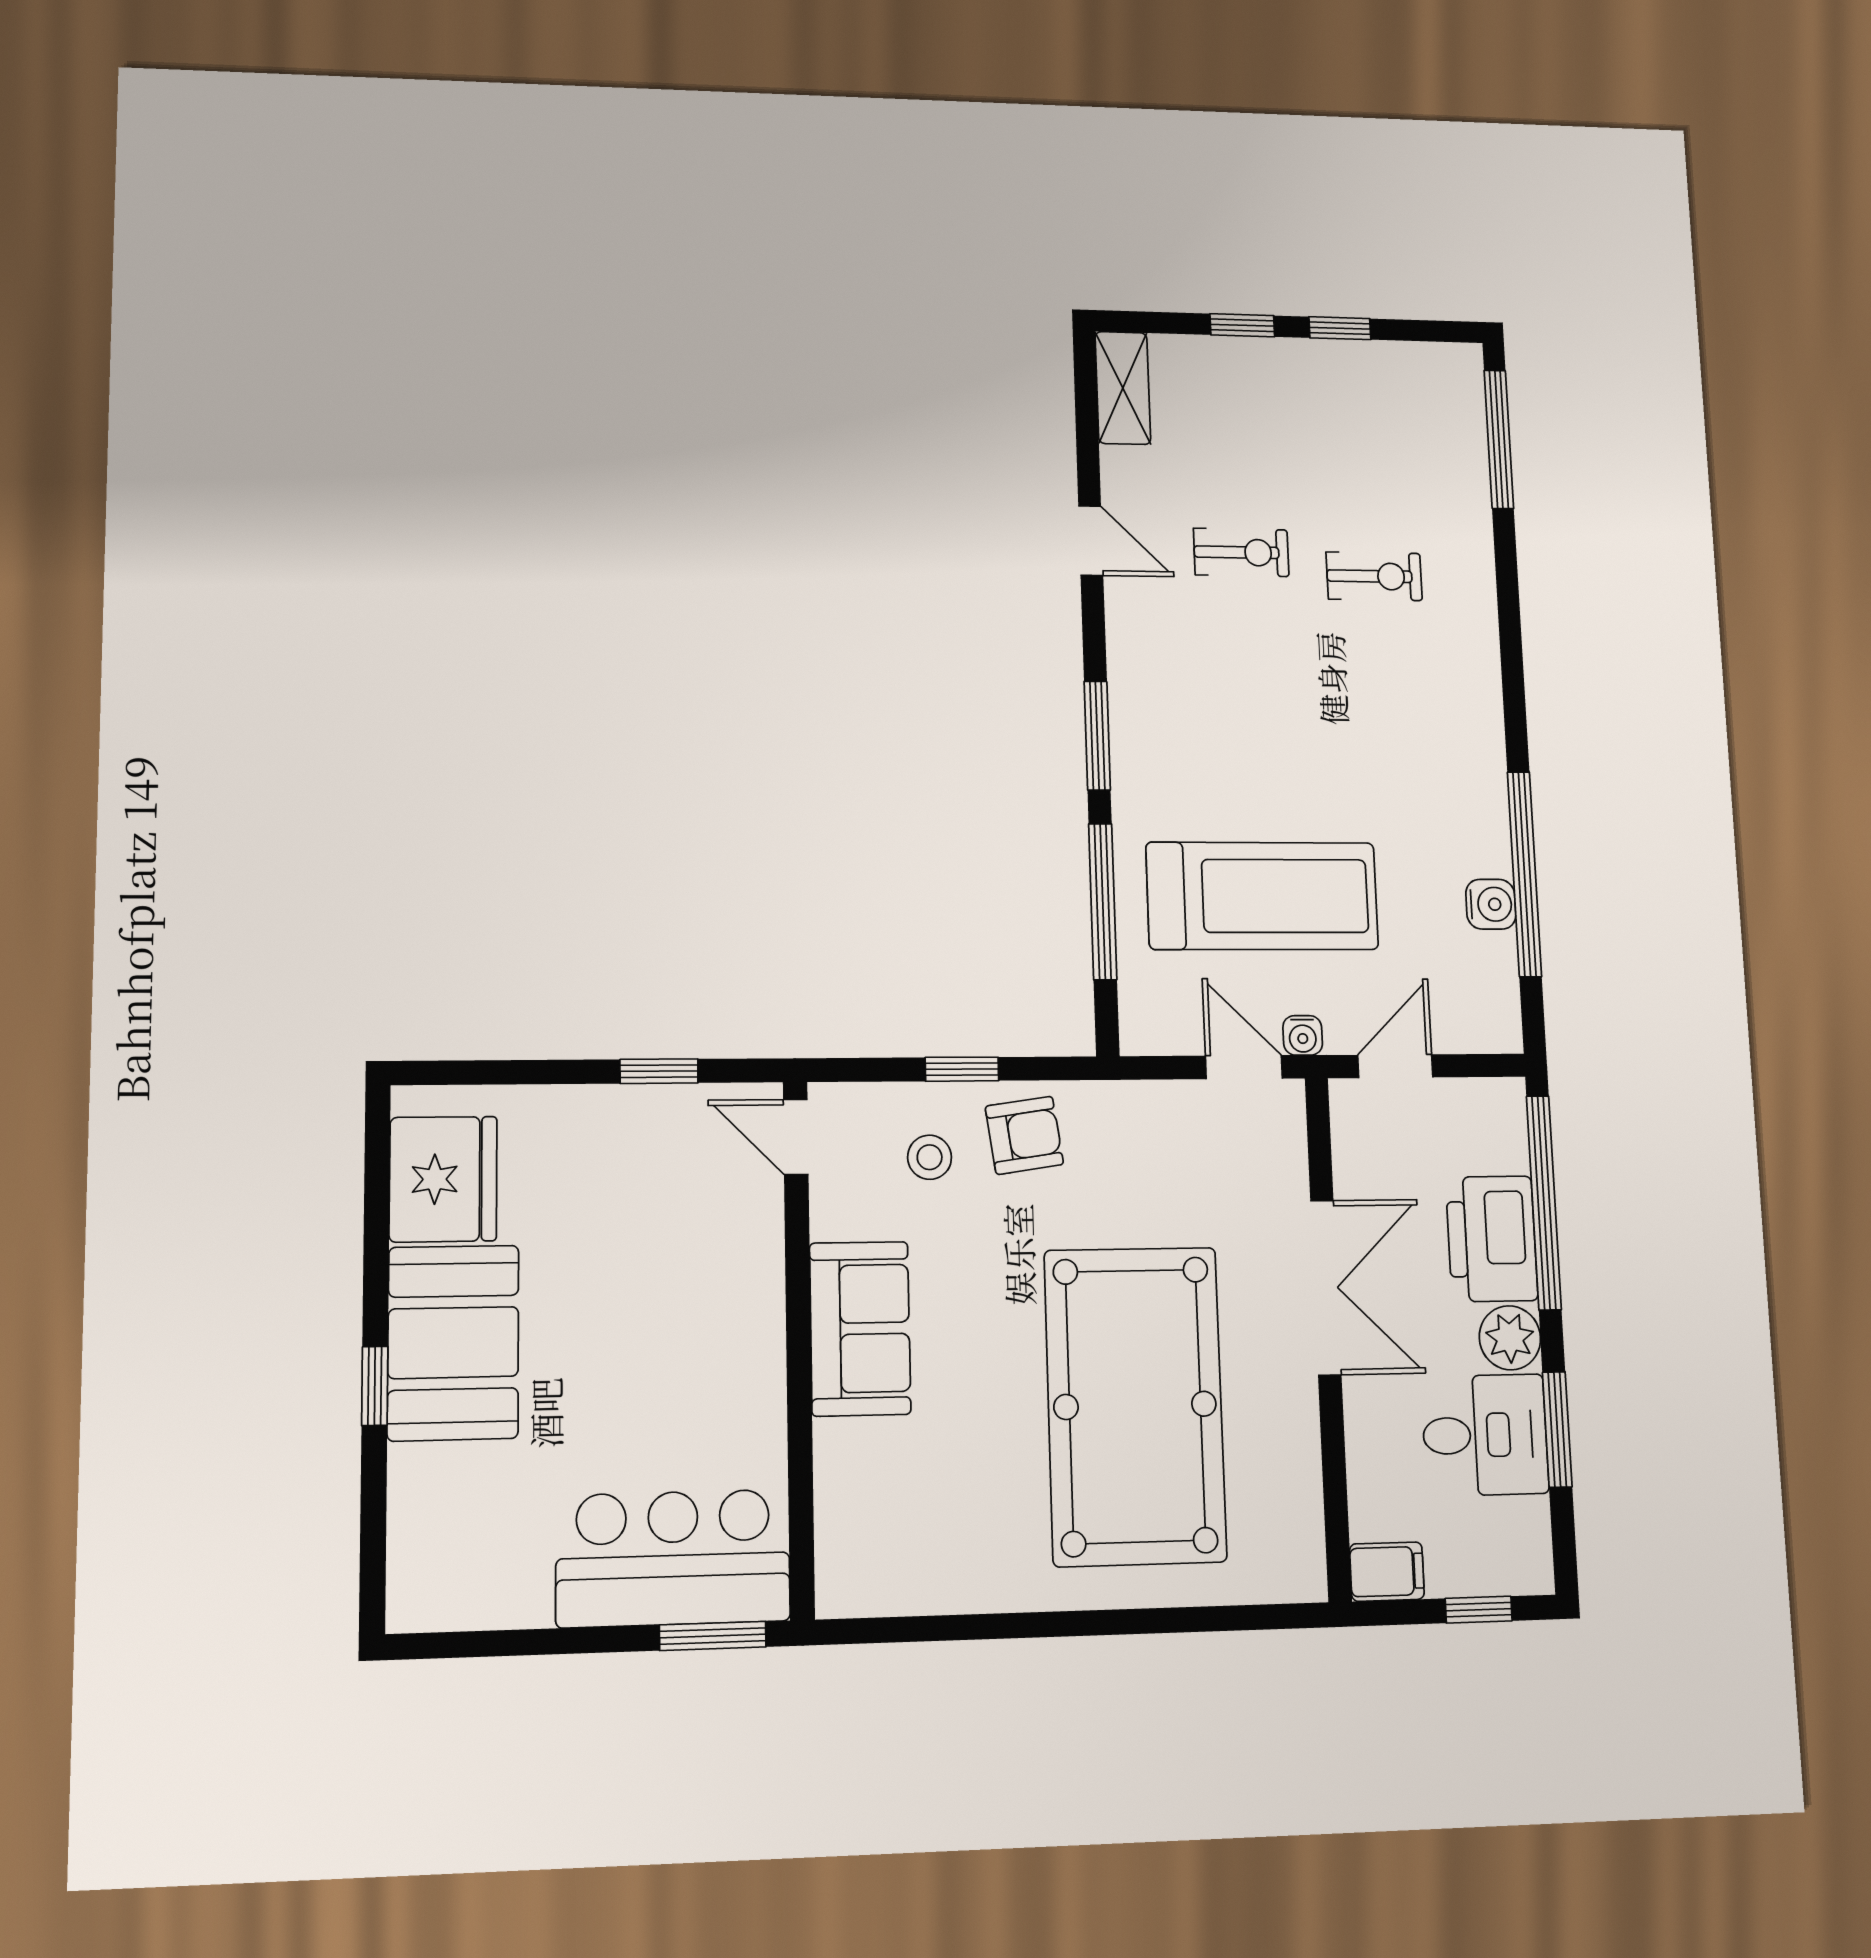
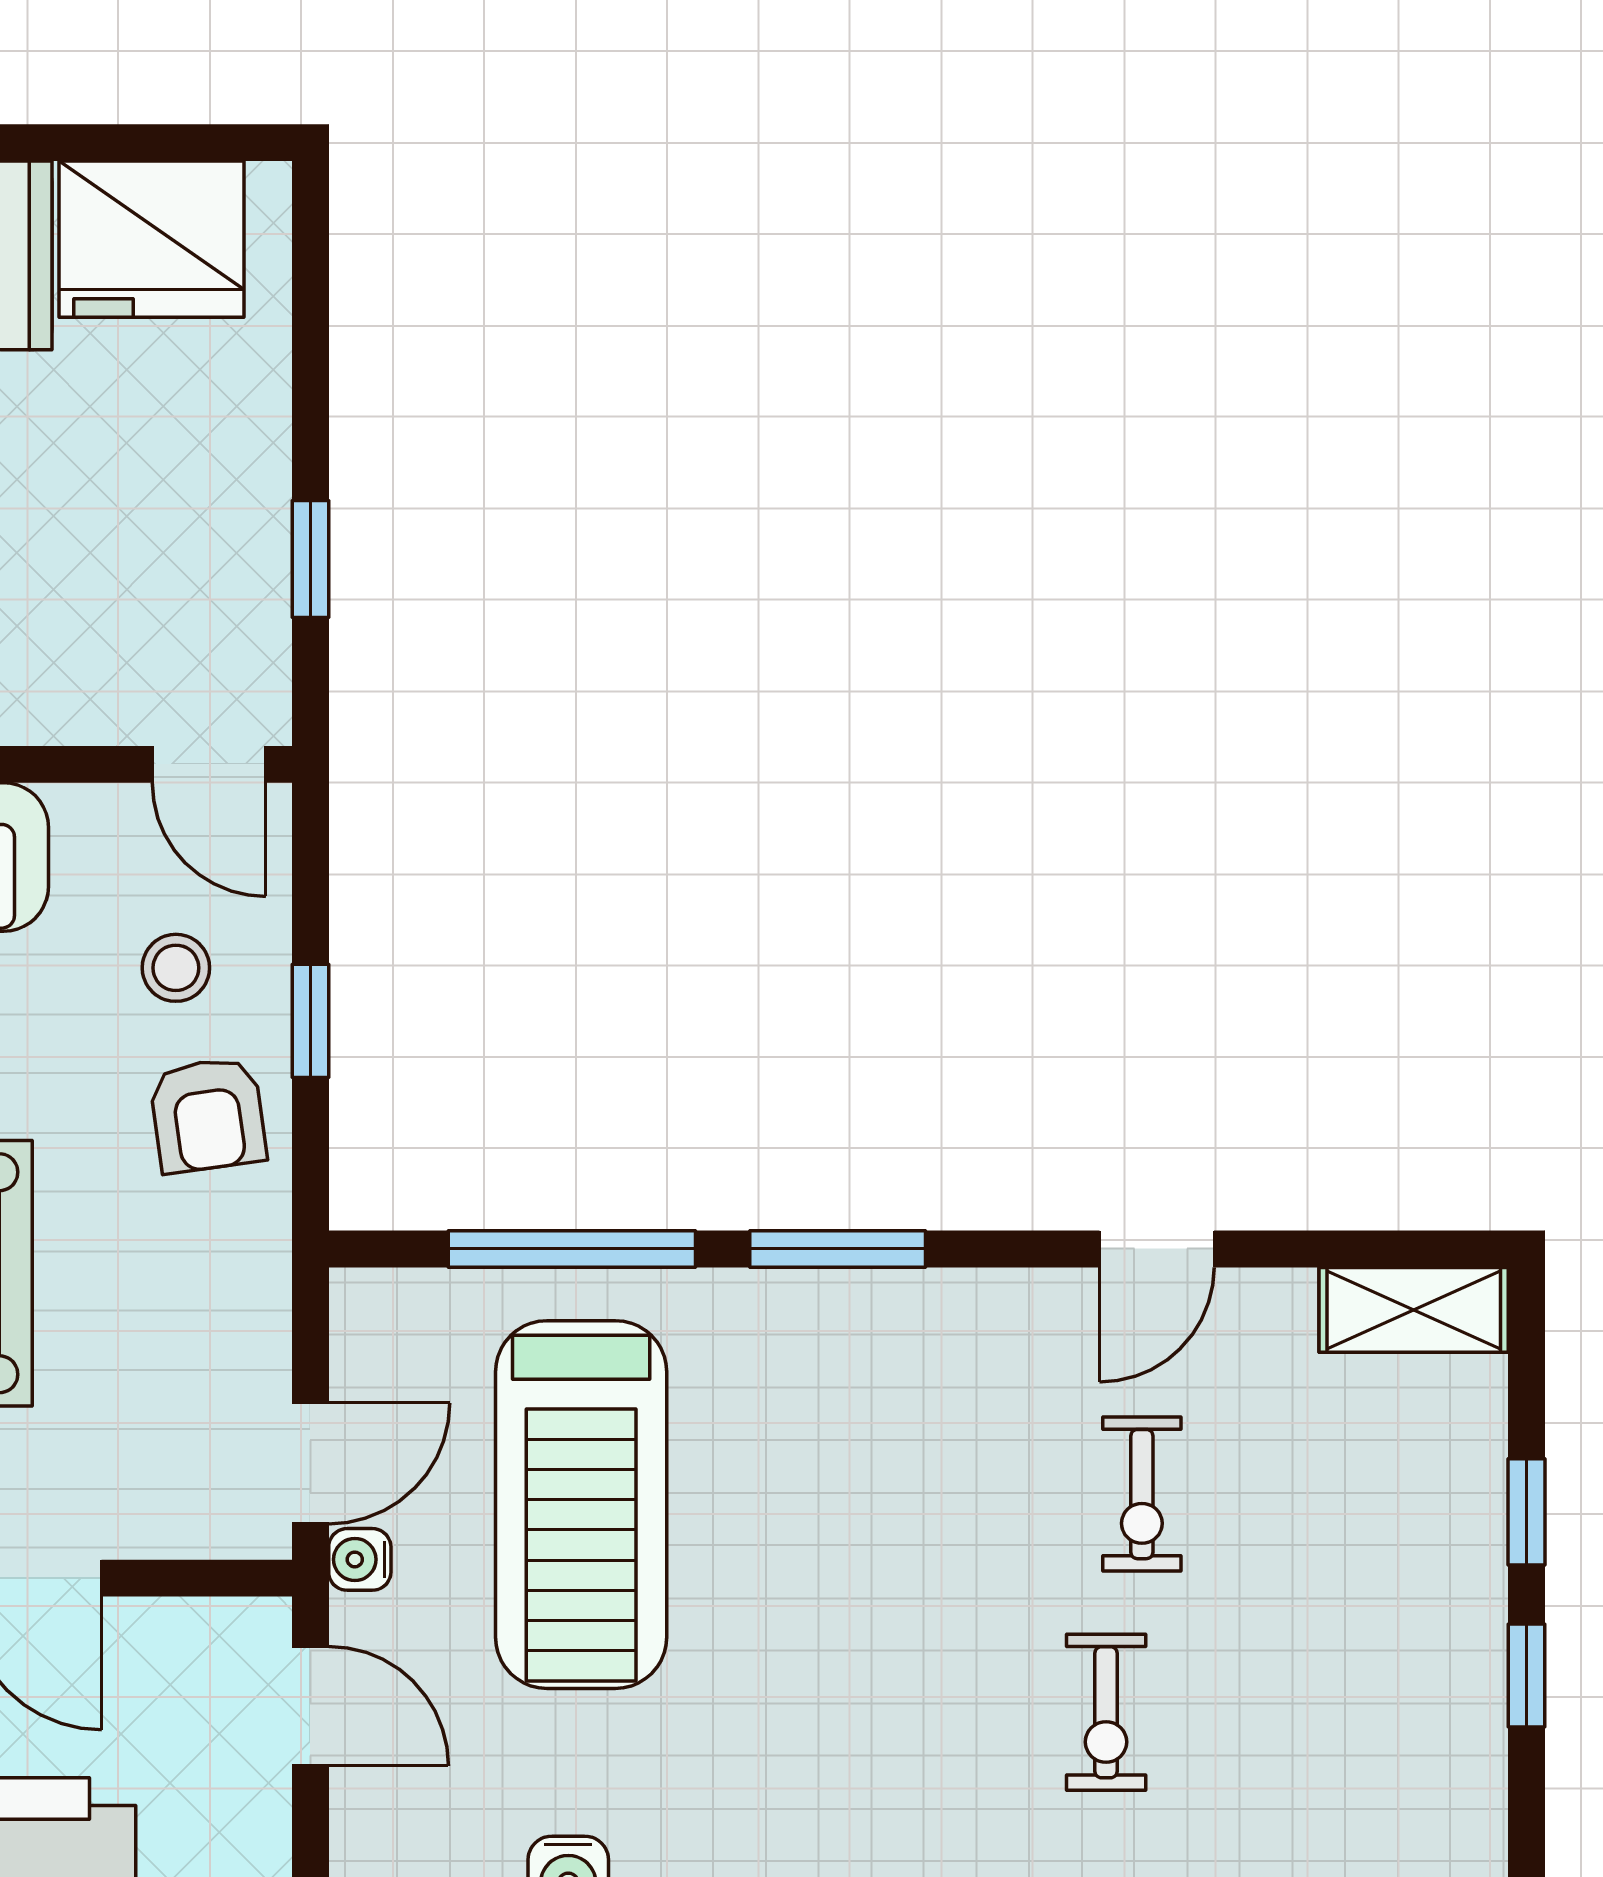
door: (796, 1137) -> (209, 764), swing flipped

